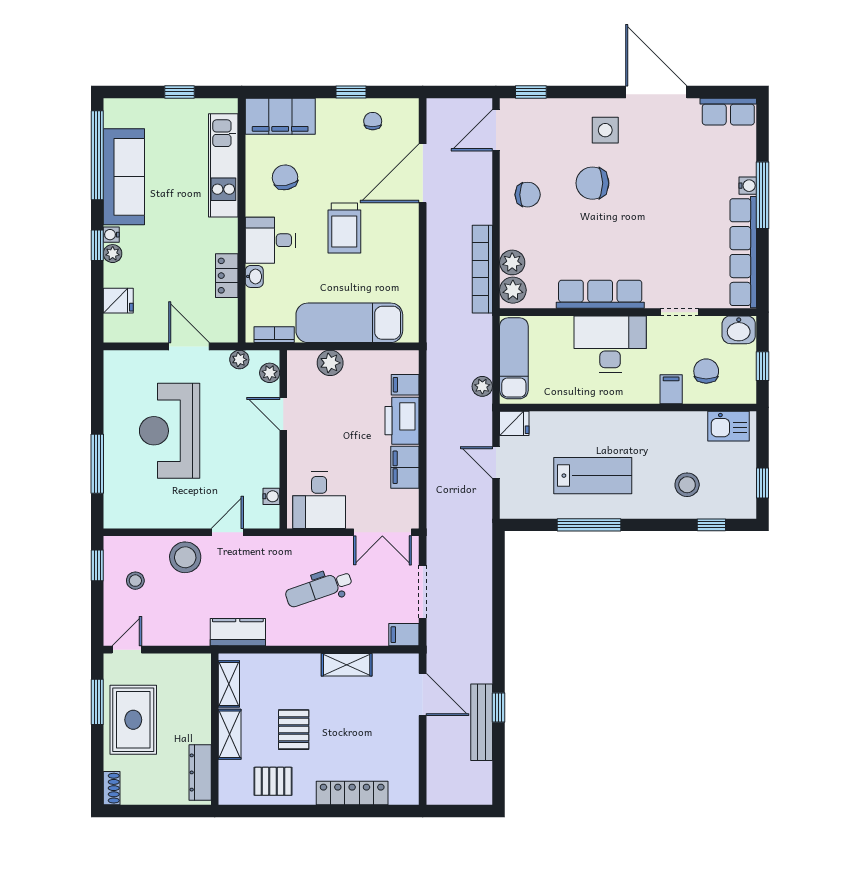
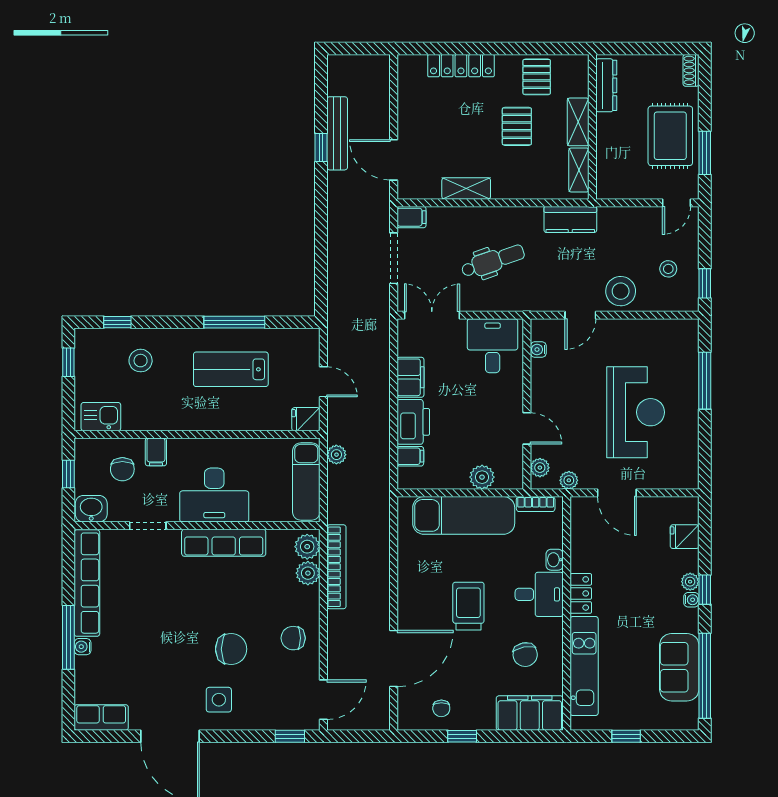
sofa: (124, 177) -> (679, 667), width x0.73
locker: (227, 276) -> (581, 593), moved
pallet: (273, 781) -> (537, 77), turned 90

